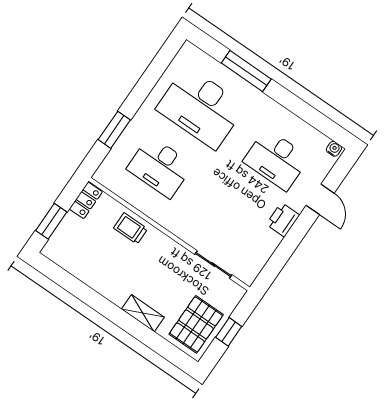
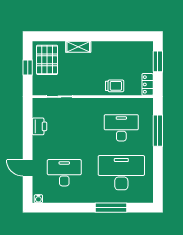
window: (114, 130) -> (158, 131), width x1.44
printer: (283, 220) -> (40, 126), moved

